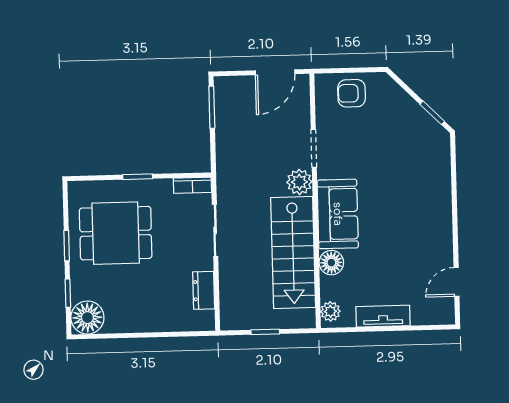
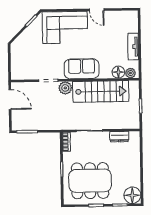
armchair: (352, 93) -> (21, 61), removed
corner sofa: (420, 180) -> (65, 27), added
dining table: (116, 233) -> (90, 181), width x1.38
floor lamp: (331, 263) -> (118, 72), moved
door: (457, 282) -> (97, 10), moved

